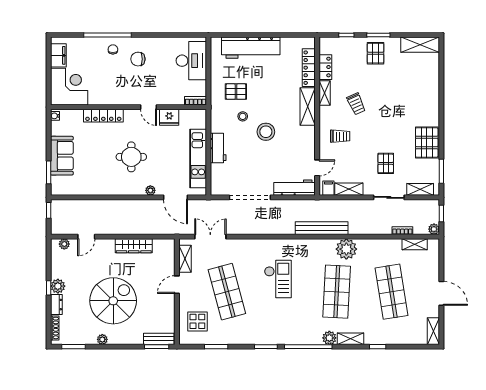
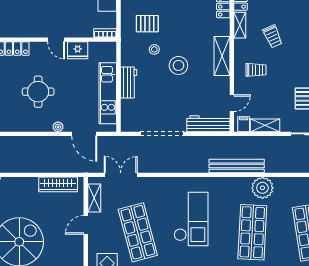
shelving: (308, 107) -> (222, 56), moved
wardrobe: (134, 246) -> (58, 184), moved
checkout: (278, 279) -> (191, 219), width x1.36, depth x1.21

